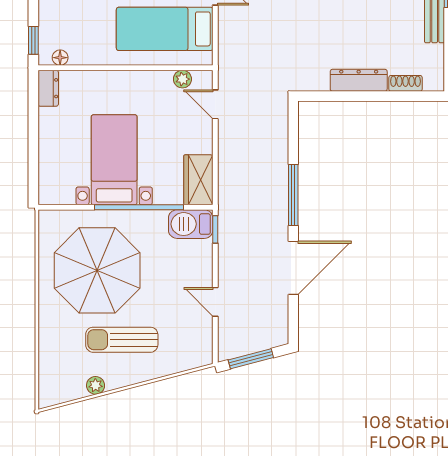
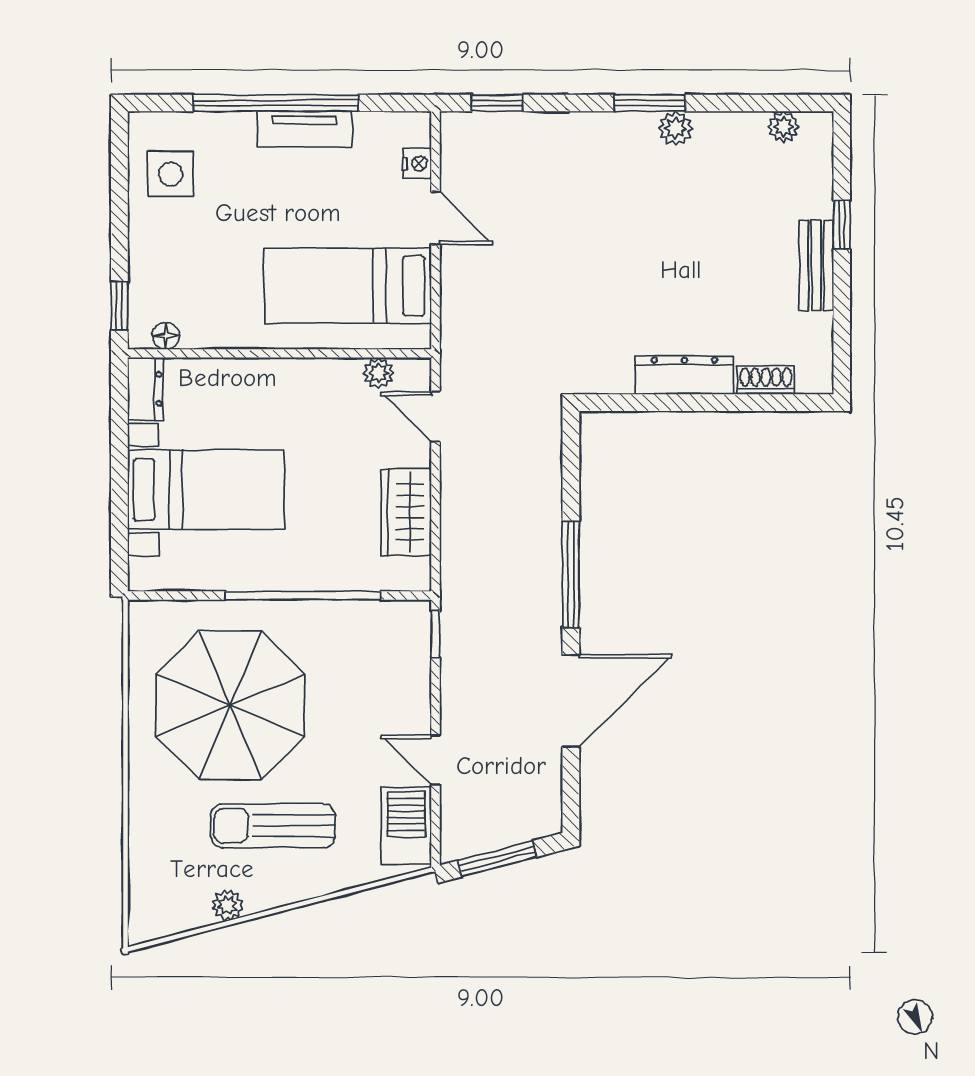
bed with nightstands: (114, 160) -> (206, 490), moved, turned 90
wardrobe: (198, 180) -> (406, 512), moved
barbecue: (191, 224) -> (406, 826), moved, turned 90

